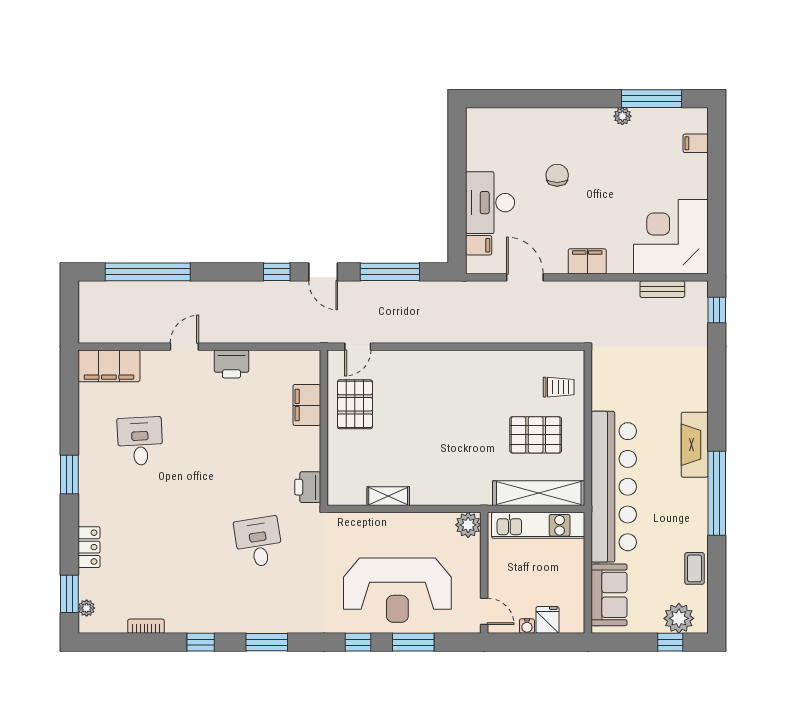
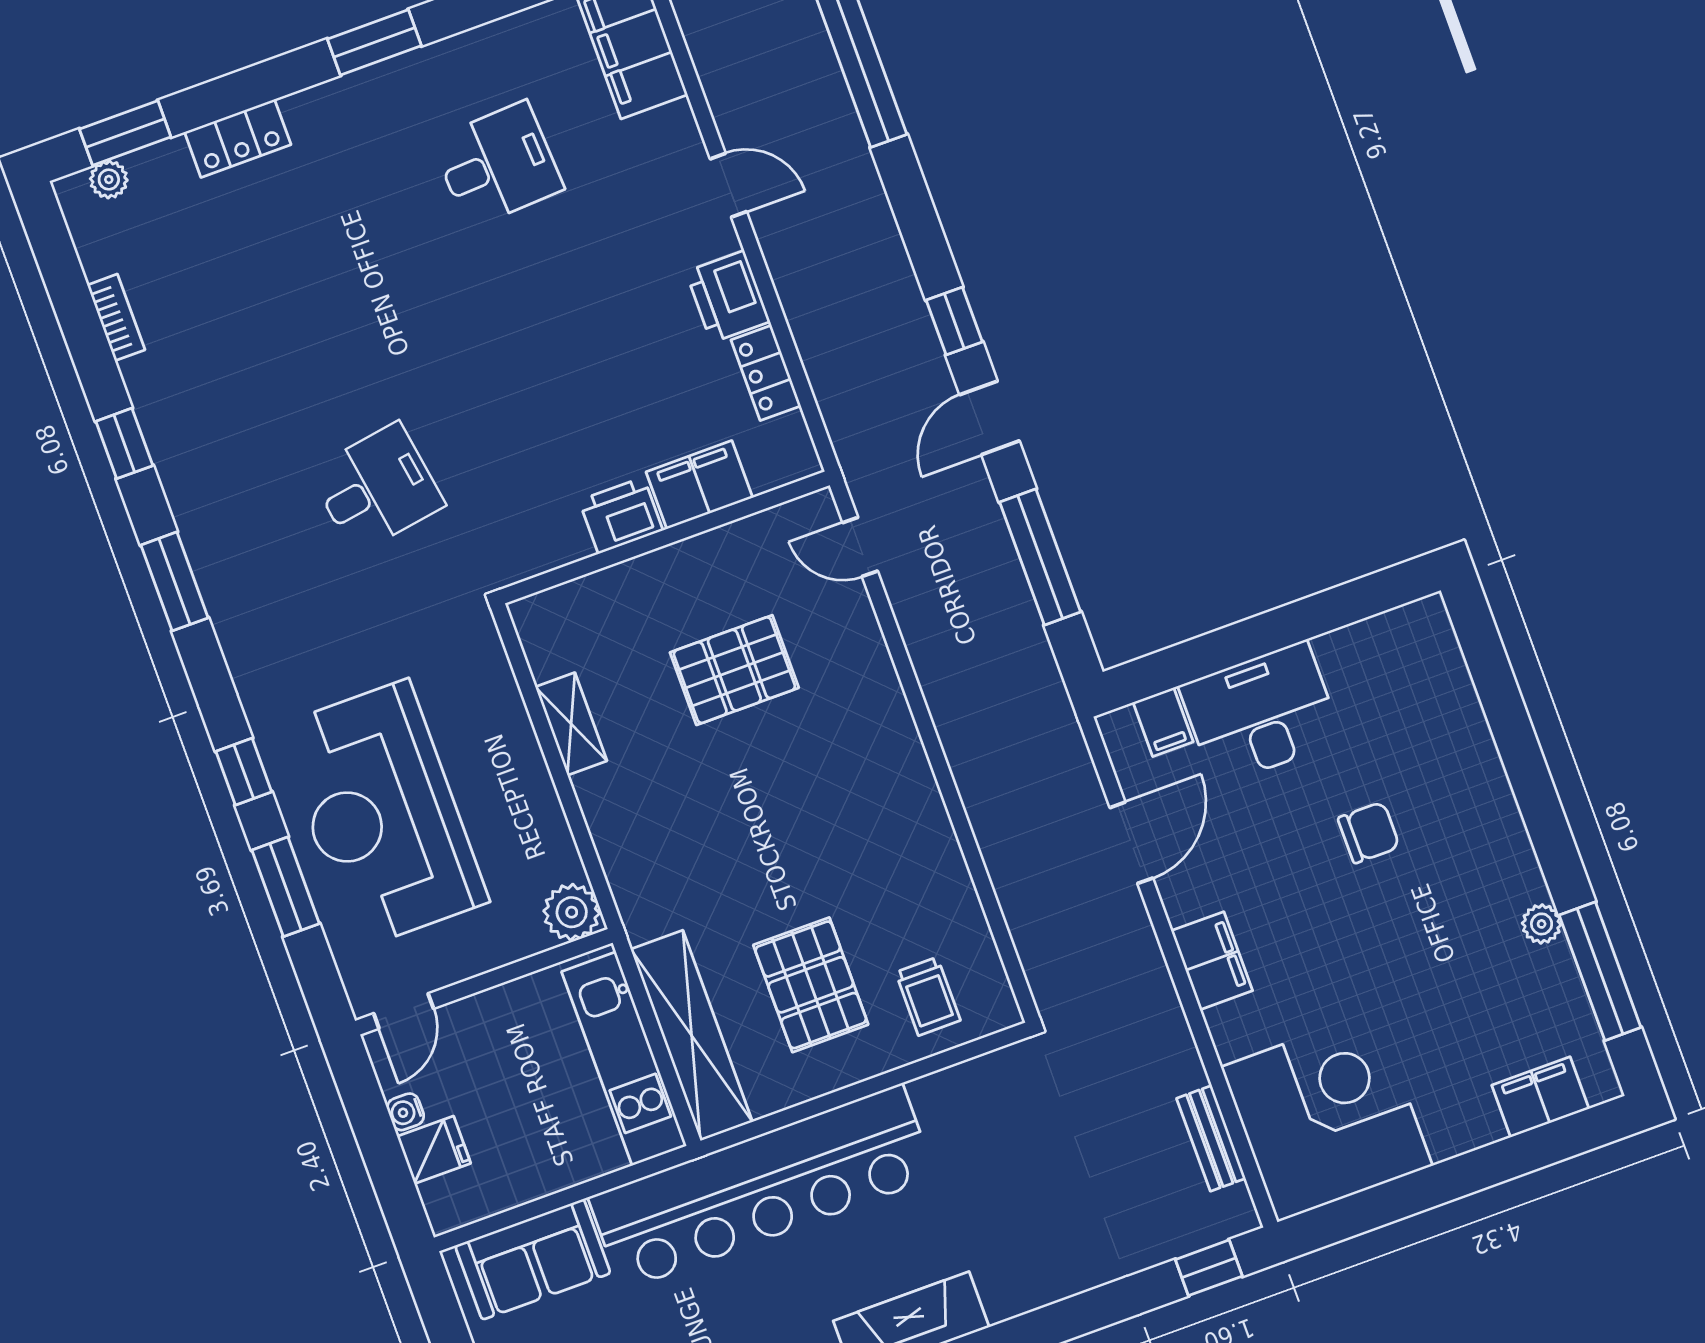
filing cabinet: (696, 143) -> (1540, 1097), width x2.00
locker: (270, 360) -> (766, 373), added
pallet: (355, 404) -> (734, 670), moved
printer: (308, 487) -> (621, 515), moved

